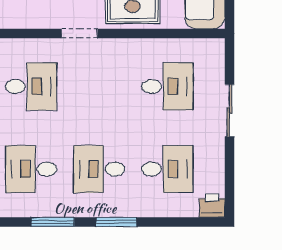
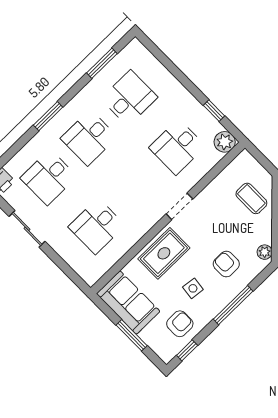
sliding door: (230, 110) -> (27, 229), moved
desk: (99, 169) -> (89, 138), turned 180
window: (53, 222) -> (102, 63), moved

